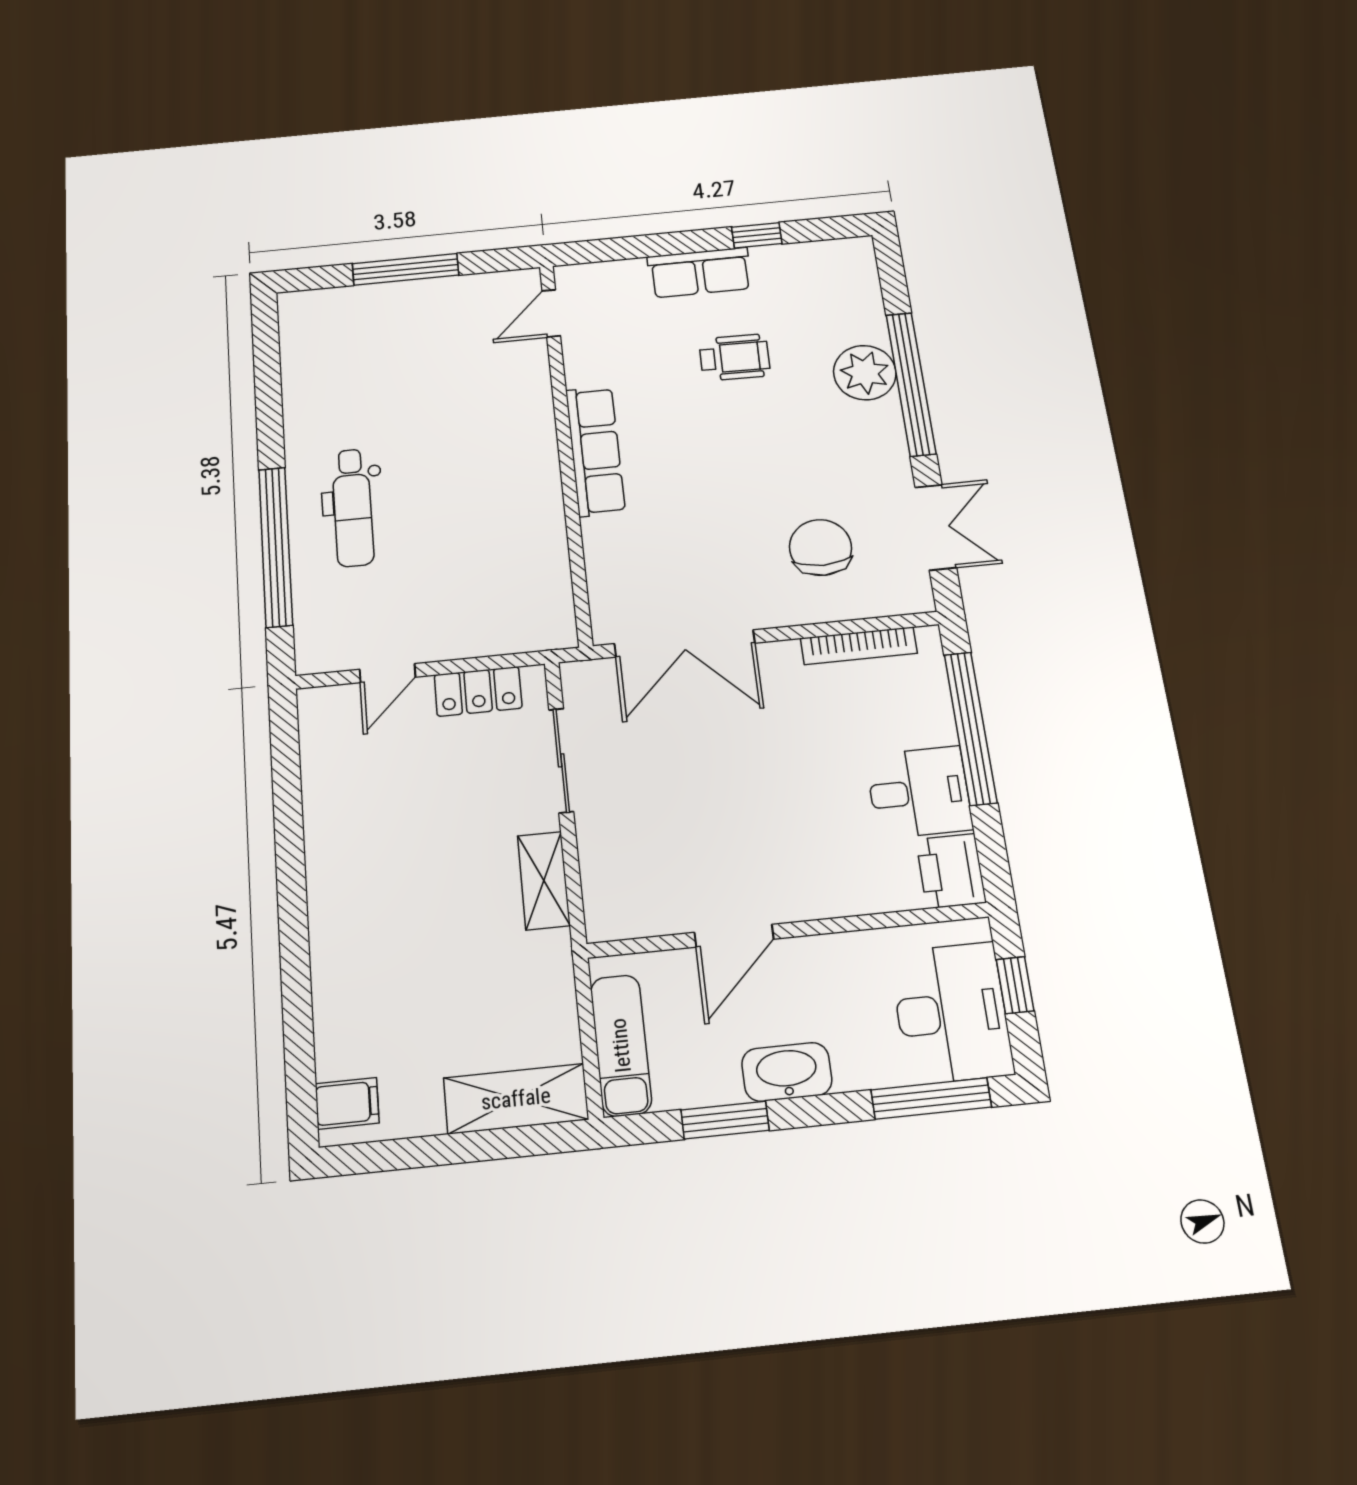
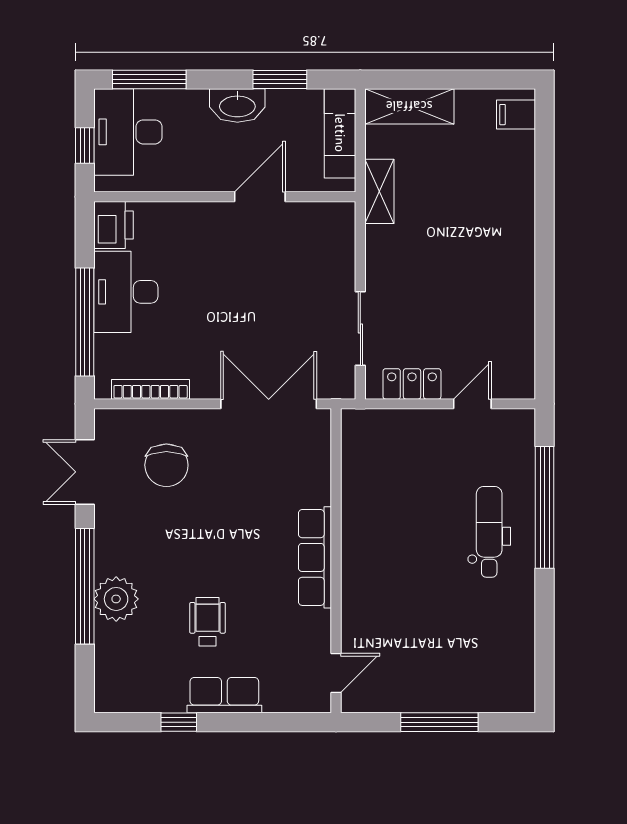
wheelchair: (735, 357) -> (208, 622), turned 89
desk: (919, 792) -> (126, 292), width x1.37
shelving: (544, 881) -> (379, 191), moved

